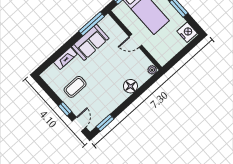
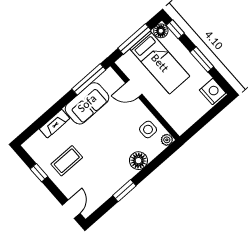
door: (135, 41) -> (134, 89), moved
side table: (138, 62) -> (148, 129), added
window: (65, 109) -> (39, 173), moved
window: (105, 123) -> (124, 191), moved

